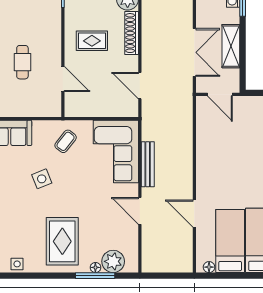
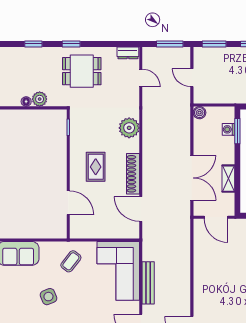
shoe rack: (132, 33) -> (133, 174), moved
rug: (92, 41) -> (96, 167), turned 90
shelving: (231, 46) -> (228, 179), width x0.67, depth x0.75
cafe table: (22, 62) -> (30, 187), removed

